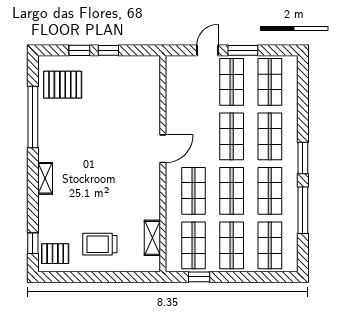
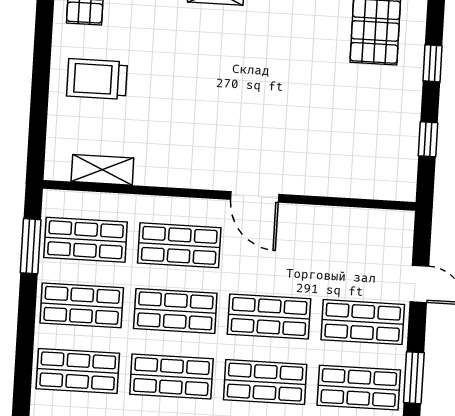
window: (108, 50) -> (428, 139), moved
window: (243, 50) -> (414, 378), moved
trolley: (100, 244) -> (97, 79), turned -90
window: (199, 277) -> (31, 246), width x1.50

